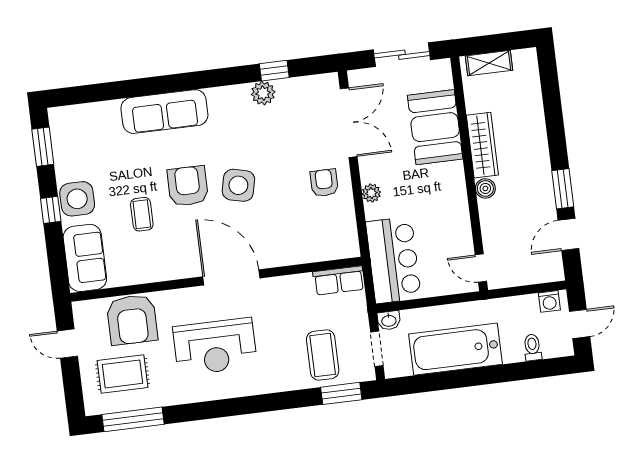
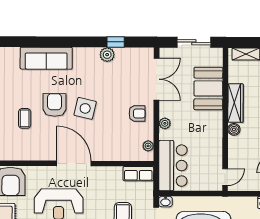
armchair: (324, 183) -> (137, 114), turned 90
plant: (349, 233) -> (148, 146), added
door: (481, 268) -> (225, 177), swing flipped

